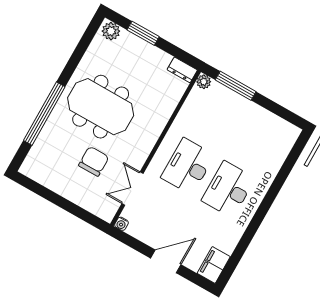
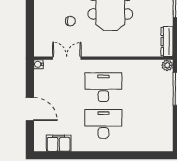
dresser: (182, 70) -> (167, 42), width x1.44
chair: (94, 161) -> (70, 21), width x0.54, depth x0.54
filing cabinet: (214, 265) -> (59, 143), moved

